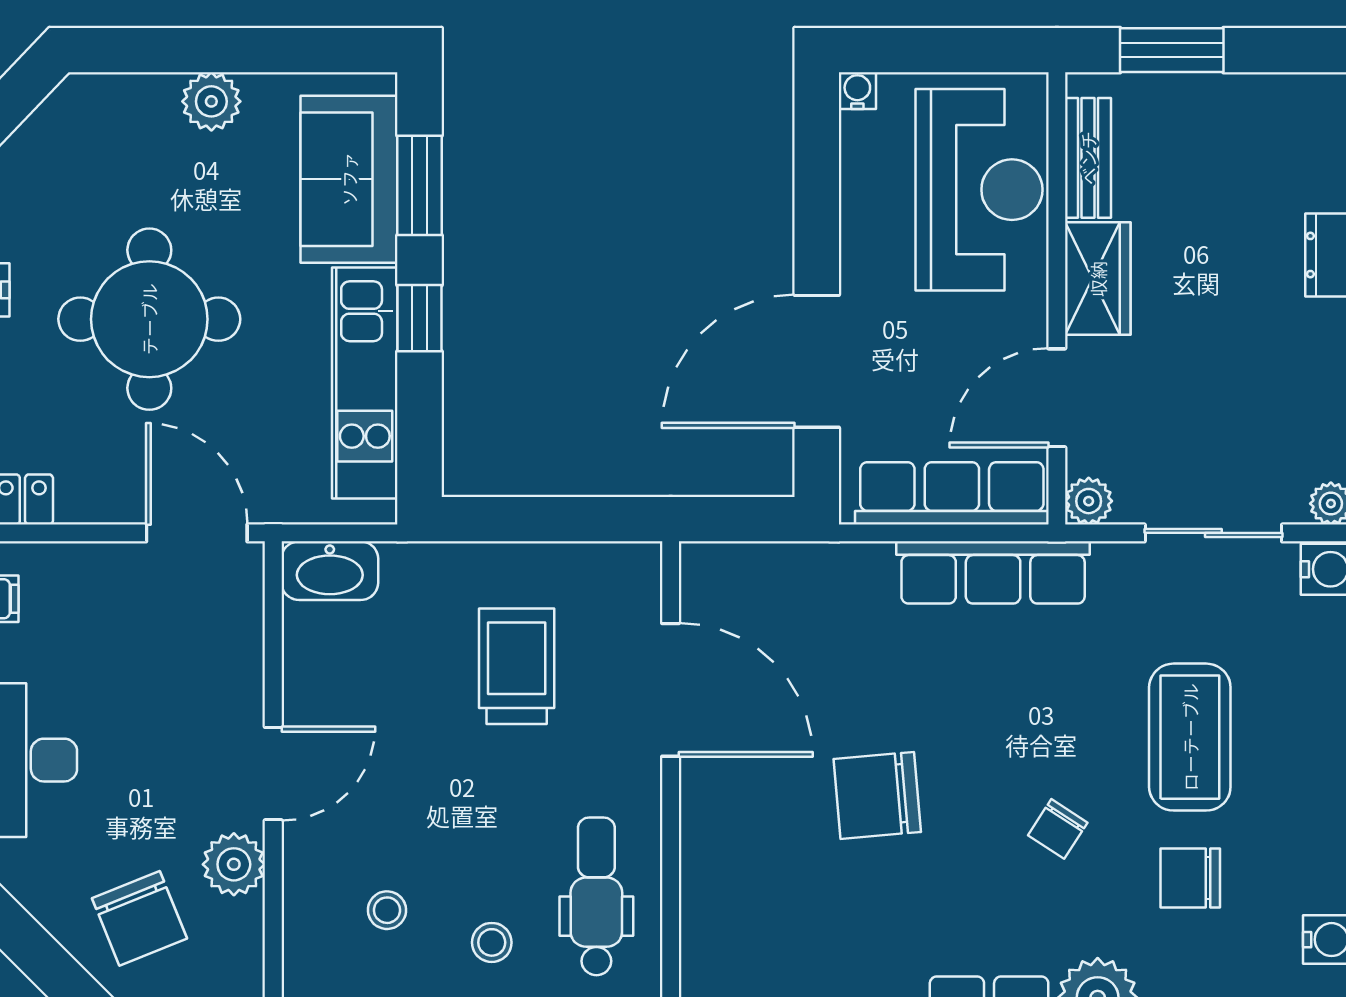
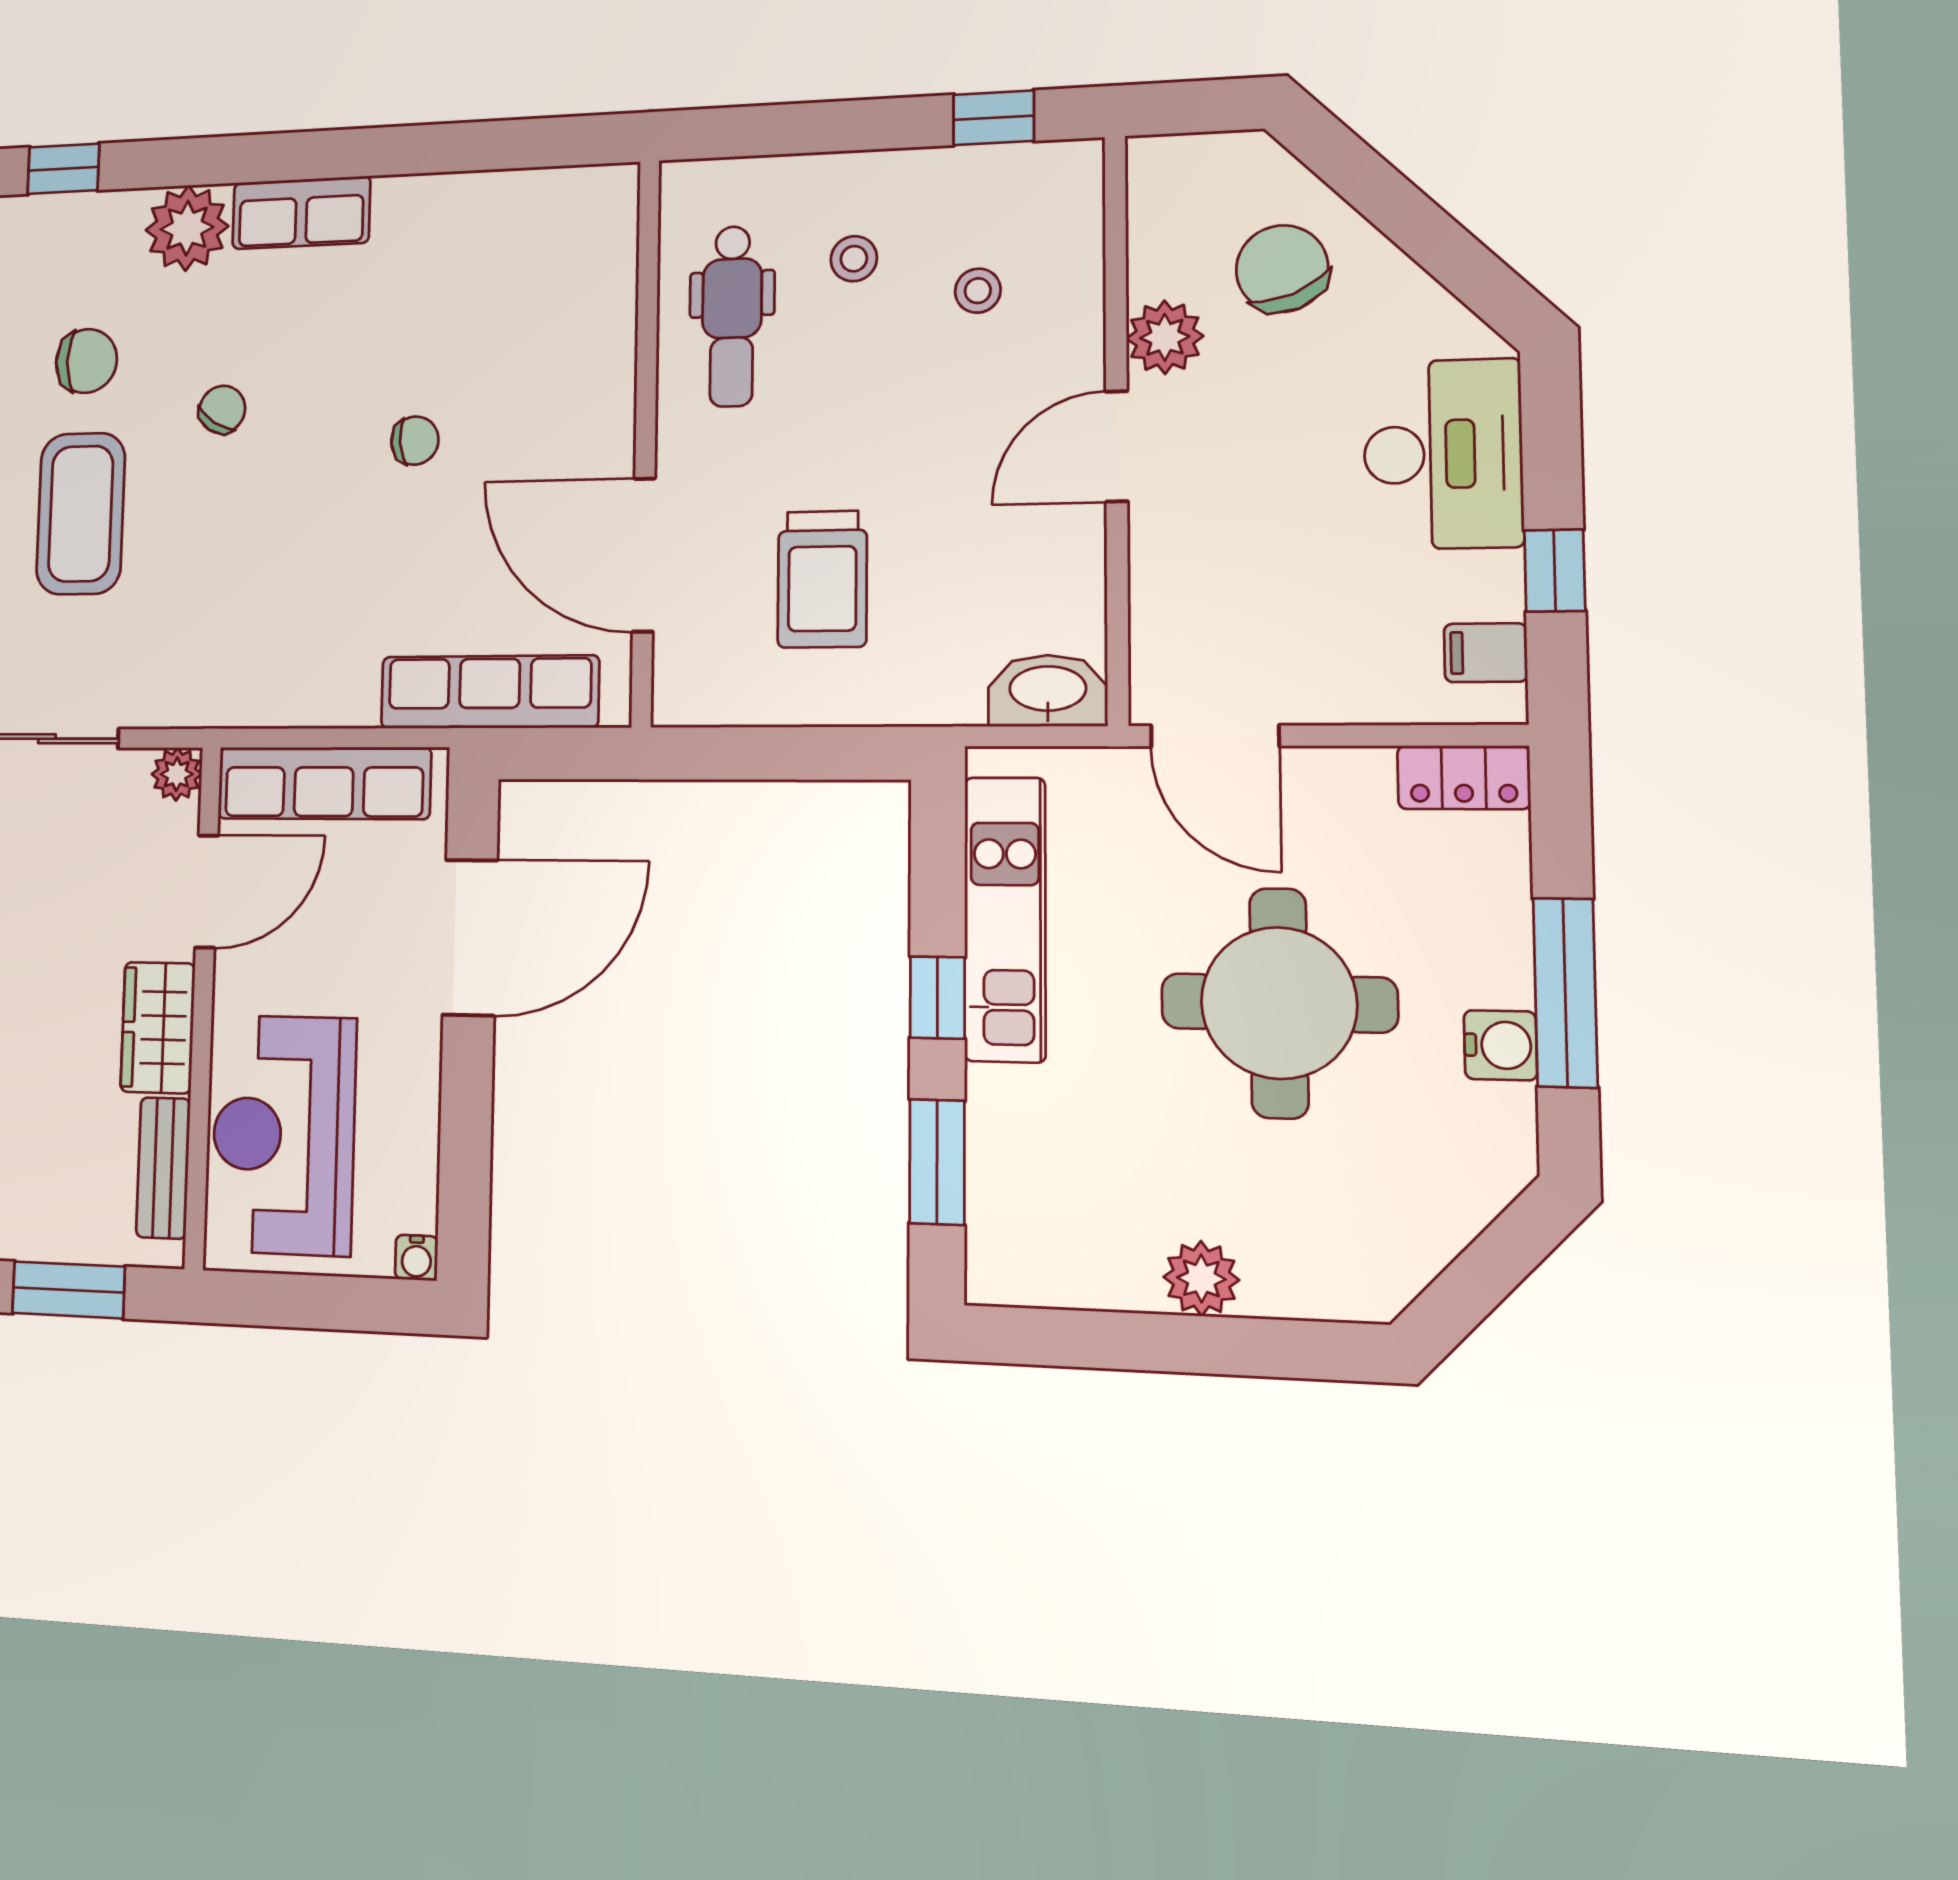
sofa: (349, 179) -> (1025, 1173), removed
row of seats: (993, 572) -> (490, 692), moved
chair: (877, 795) -> (415, 441), width x0.54, depth x0.54

